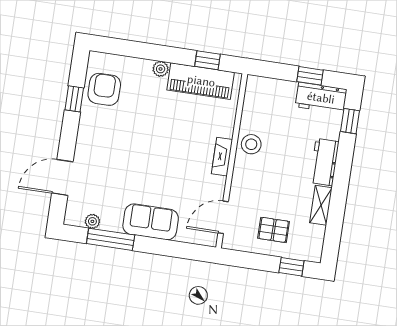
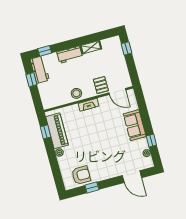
armchair: (104, 89) -> (81, 175), turned 180
pallet: (274, 230) -> (101, 85), moved
window: (111, 239) -> (151, 141), width x0.46

